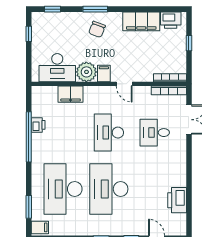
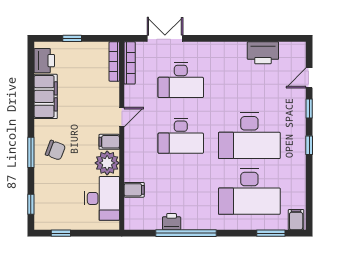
filing cabinet: (71, 94) -> (134, 190), width x0.50
desk: (155, 133) -> (181, 80), width x1.37

